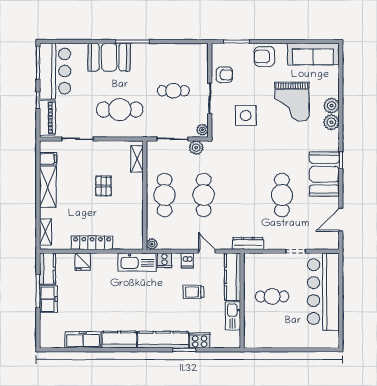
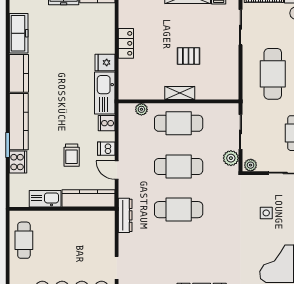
side table: (246, 116) -> (266, 213), width x0.54, depth x0.54
shelving: (137, 159) -> (180, 93), moved
cafe table: (282, 195) -> (179, 210), moved
locker: (92, 243) -> (126, 43), width x0.66
plant: (152, 244) -> (141, 109), moved
door: (207, 251) -> (117, 170), swing flipped
fridge: (83, 262) -> (105, 62), moved
trolley: (193, 292) -> (72, 155), turned 180
cafe table: (272, 296) -> (24, 240), moved

